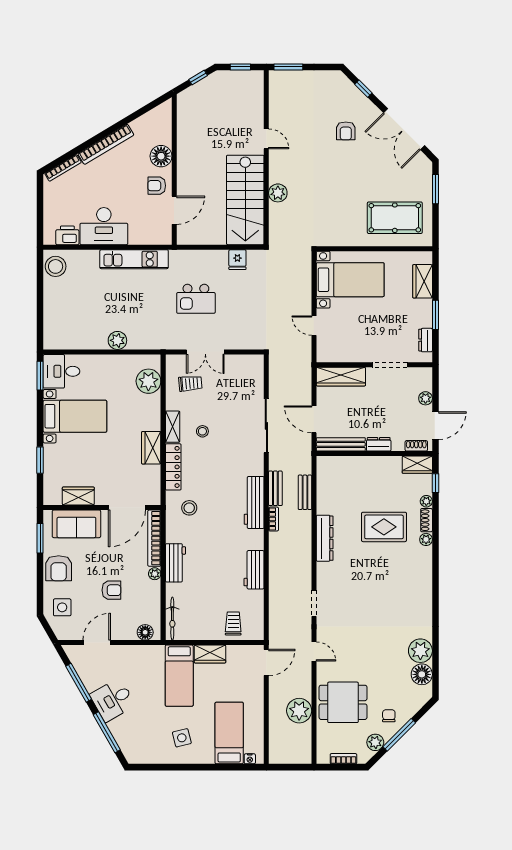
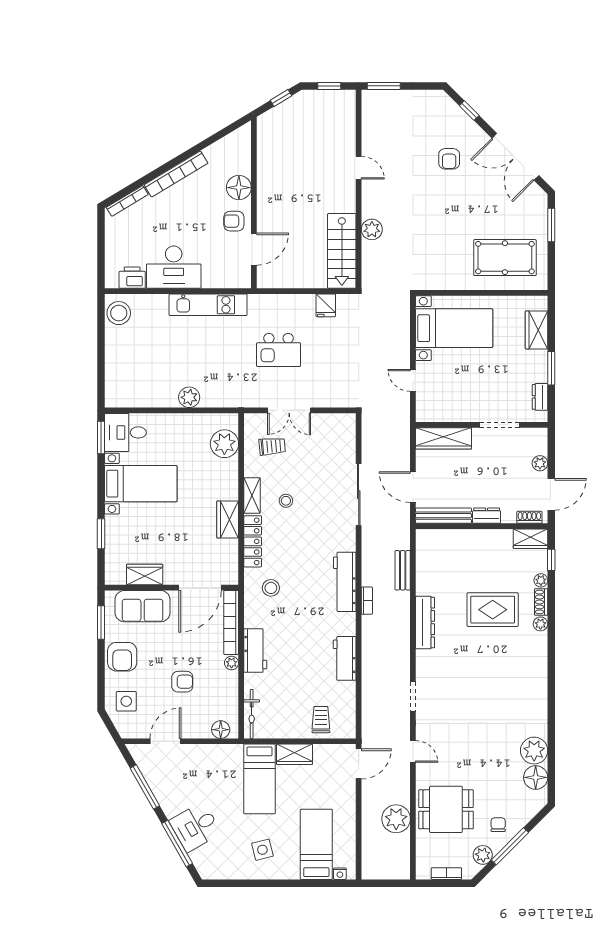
stairs: (245, 200) -> (342, 251), width x0.73, depth x0.66
bench: (275, 488) -> (369, 566), removed
desk: (113, 700) -> (195, 827), moved

